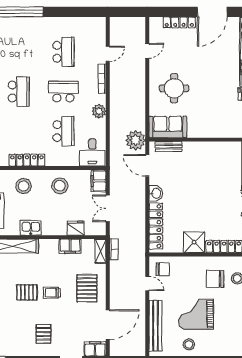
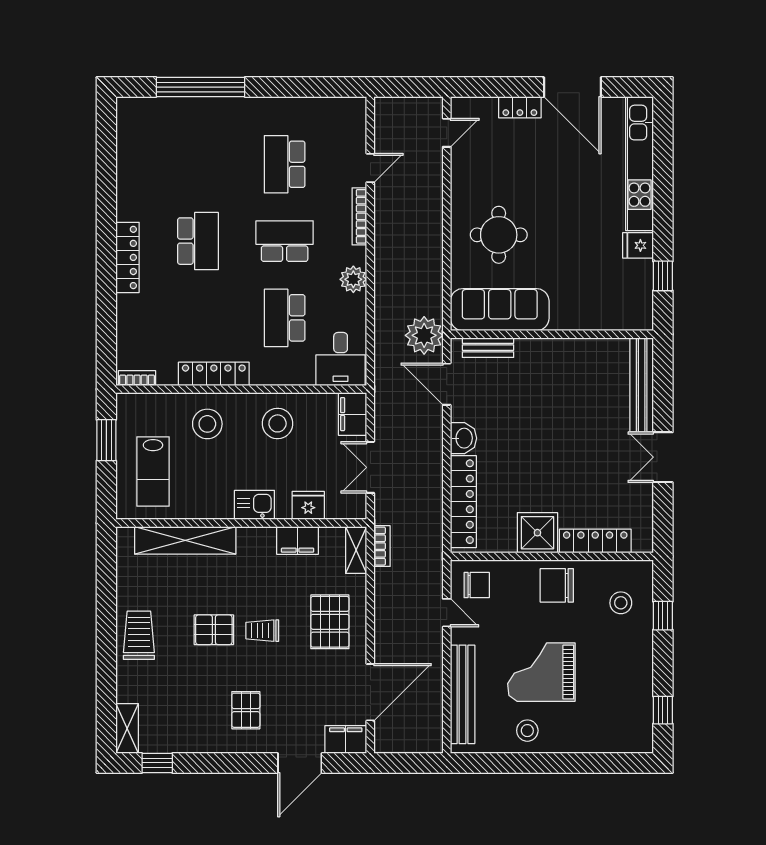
door: (212, 12) -> (572, 87), hinge flipped
locker: (179, 22) -> (520, 107), width x0.66
door: (147, 51) -> (447, 133), moved
school desk: (63, 52) -> (285, 164), turned 180
sofa: (168, 127) -> (500, 310), width x1.36
school desk: (63, 131) -> (285, 318), turned 180
kitchen sink: (31, 228) -> (254, 505), moved
chair: (215, 279) -> (557, 585), moved

